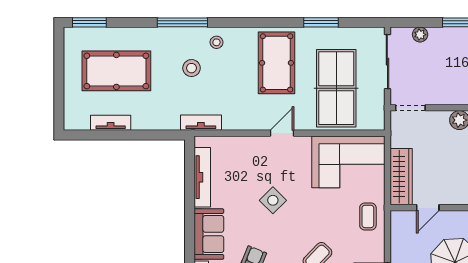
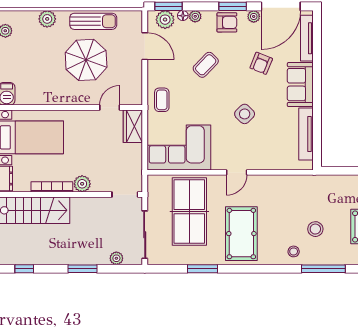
tv unit: (201, 123) -> (307, 182), removed
wardrobe: (401, 177) -> (133, 126), width x0.67

